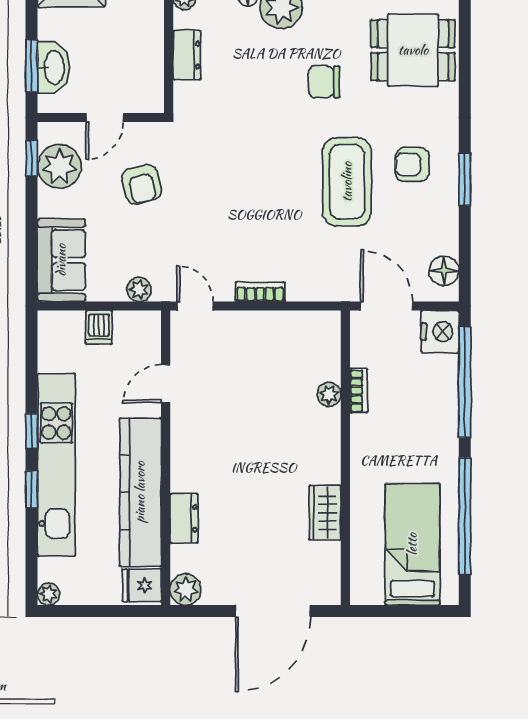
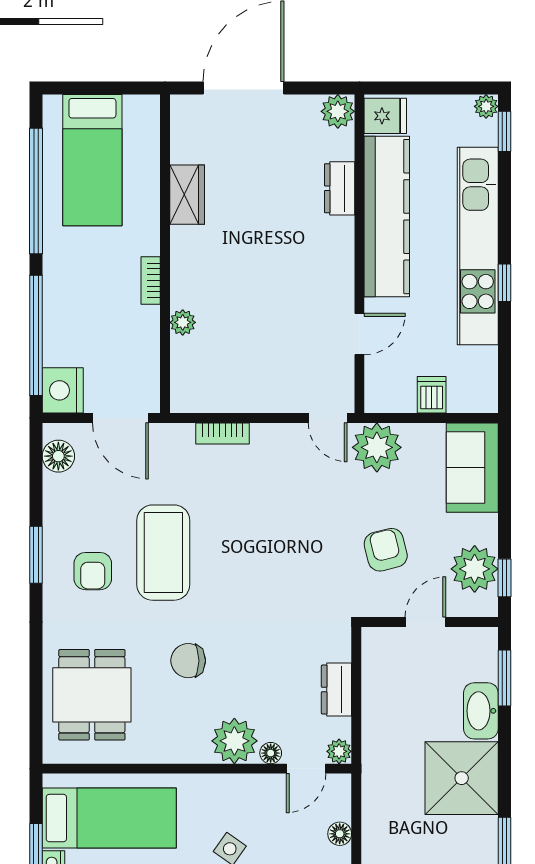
dining table: (413, 50) -> (92, 695), turned 90
washbasin: (53, 67) -> (481, 711), moved
chair: (324, 82) -> (188, 661), turned 180
armchair: (412, 165) -> (93, 571), turned 90
plant: (139, 289) -> (377, 447), width x1.87, depth x1.87
bookcase: (260, 292) -> (223, 433), moved
bookcase: (359, 391) -> (151, 280), moved
window: (32, 489) -> (504, 131), moved

